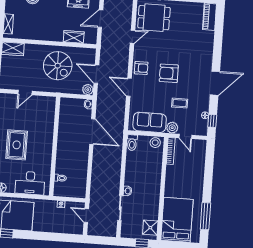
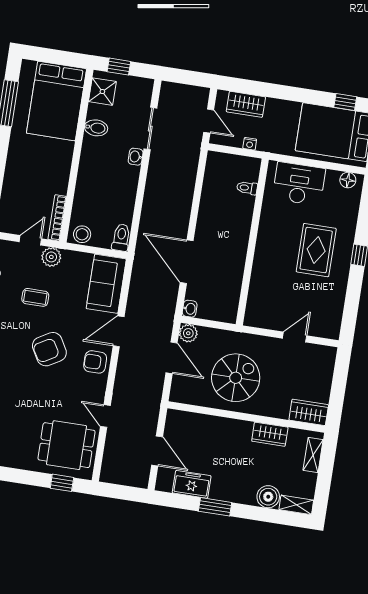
door: (100, 19) -> (157, 451), hinge flipped
wardrobe: (74, 37) -> (270, 434), moved
door: (133, 37) -> (105, 416), hinge flipped
spiral stairs: (58, 66) -> (236, 378), turned 90
armchair: (169, 73) -> (49, 349), turned 150
door: (129, 87) -> (119, 331), swing flipped
sofa: (150, 122) -> (106, 284), moved, turned 90
door: (185, 136) -> (30, 240), hinge flipped
bidet: (152, 206) -> (96, 128), added
wardrobe: (65, 227) -> (246, 104), added

